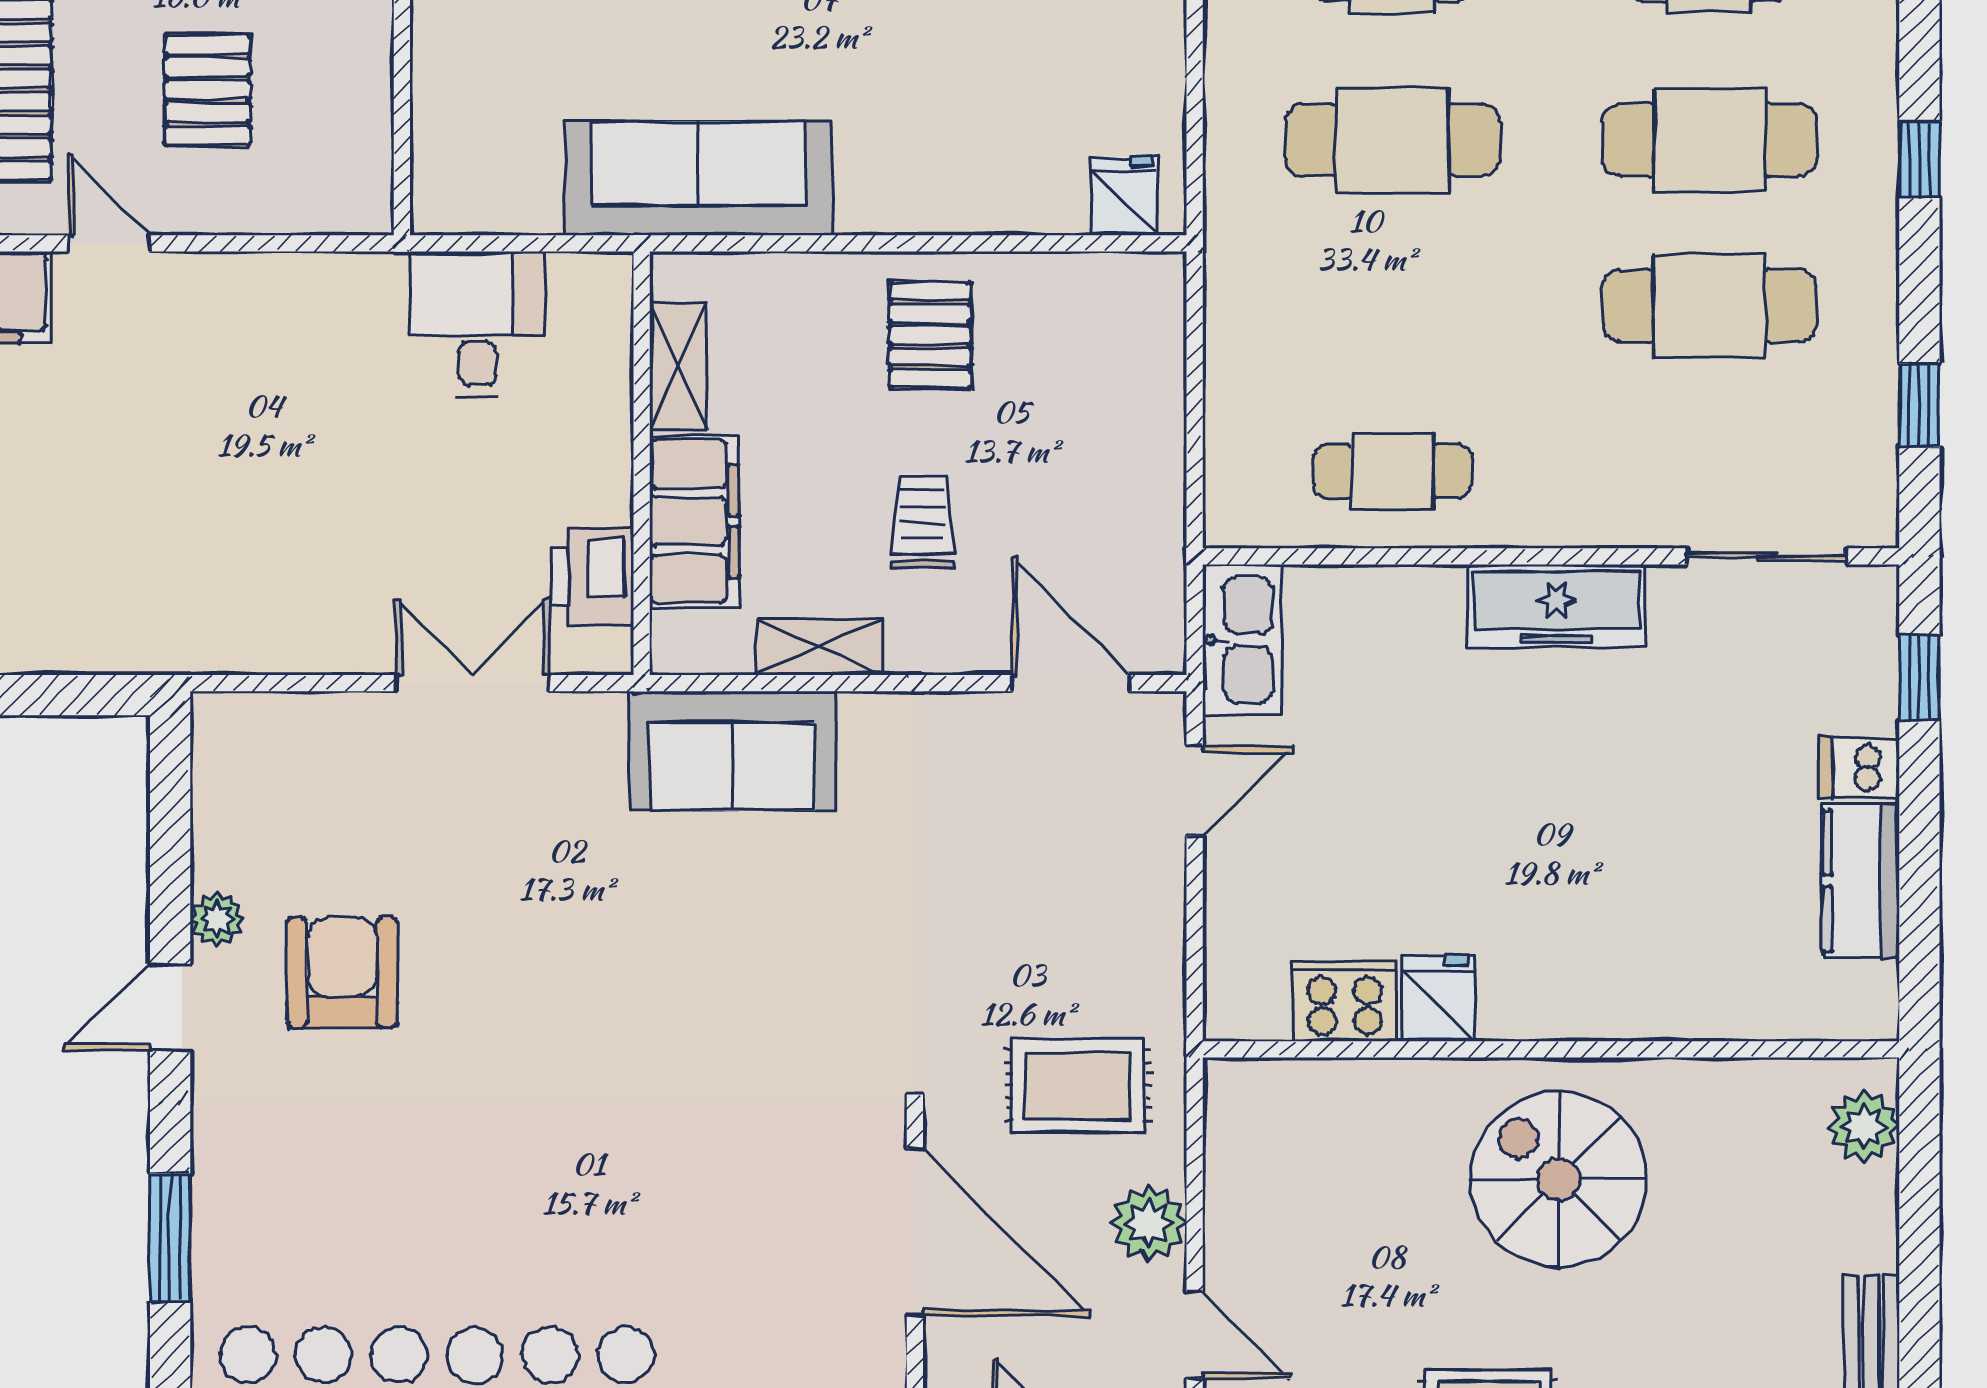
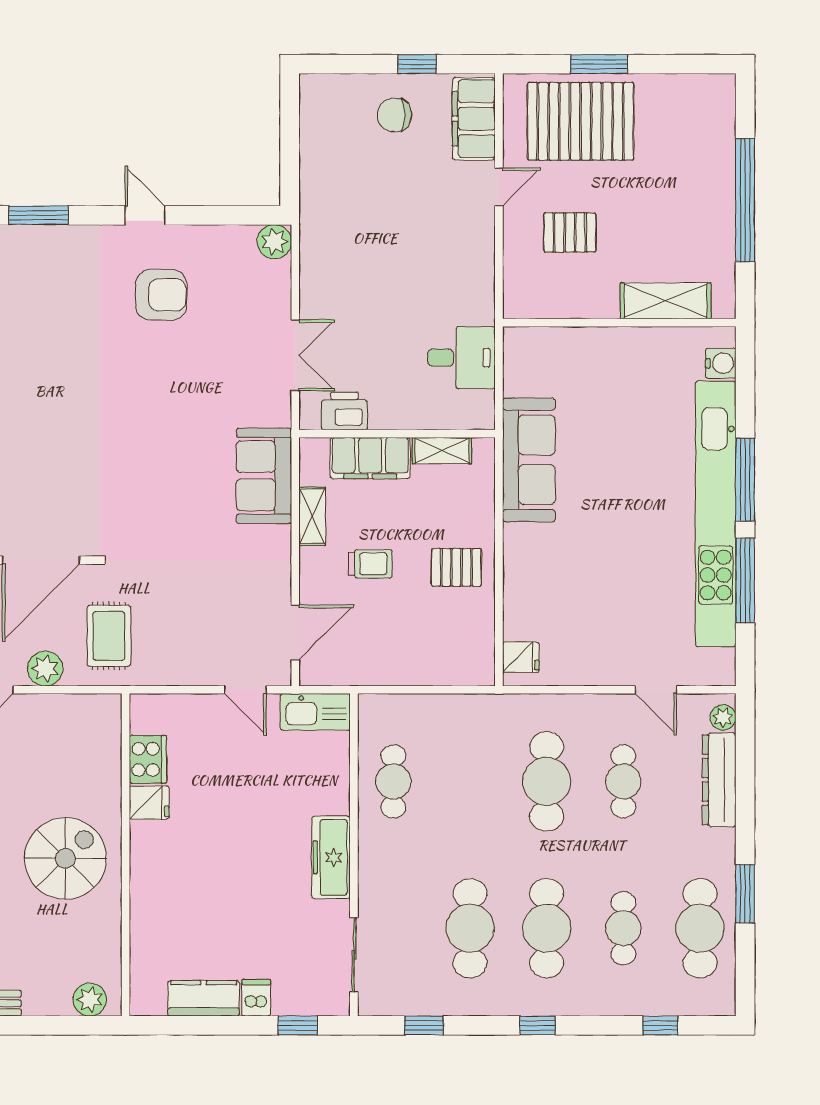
plant: (217, 919) -> (274, 242), moved, width x1.38, depth x1.38

